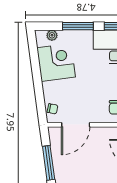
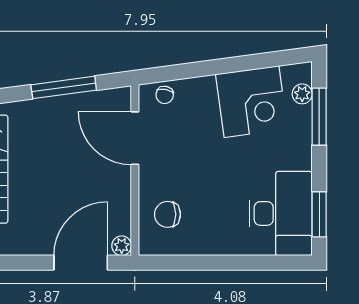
window: (78, 26) -> (319, 117), moved

